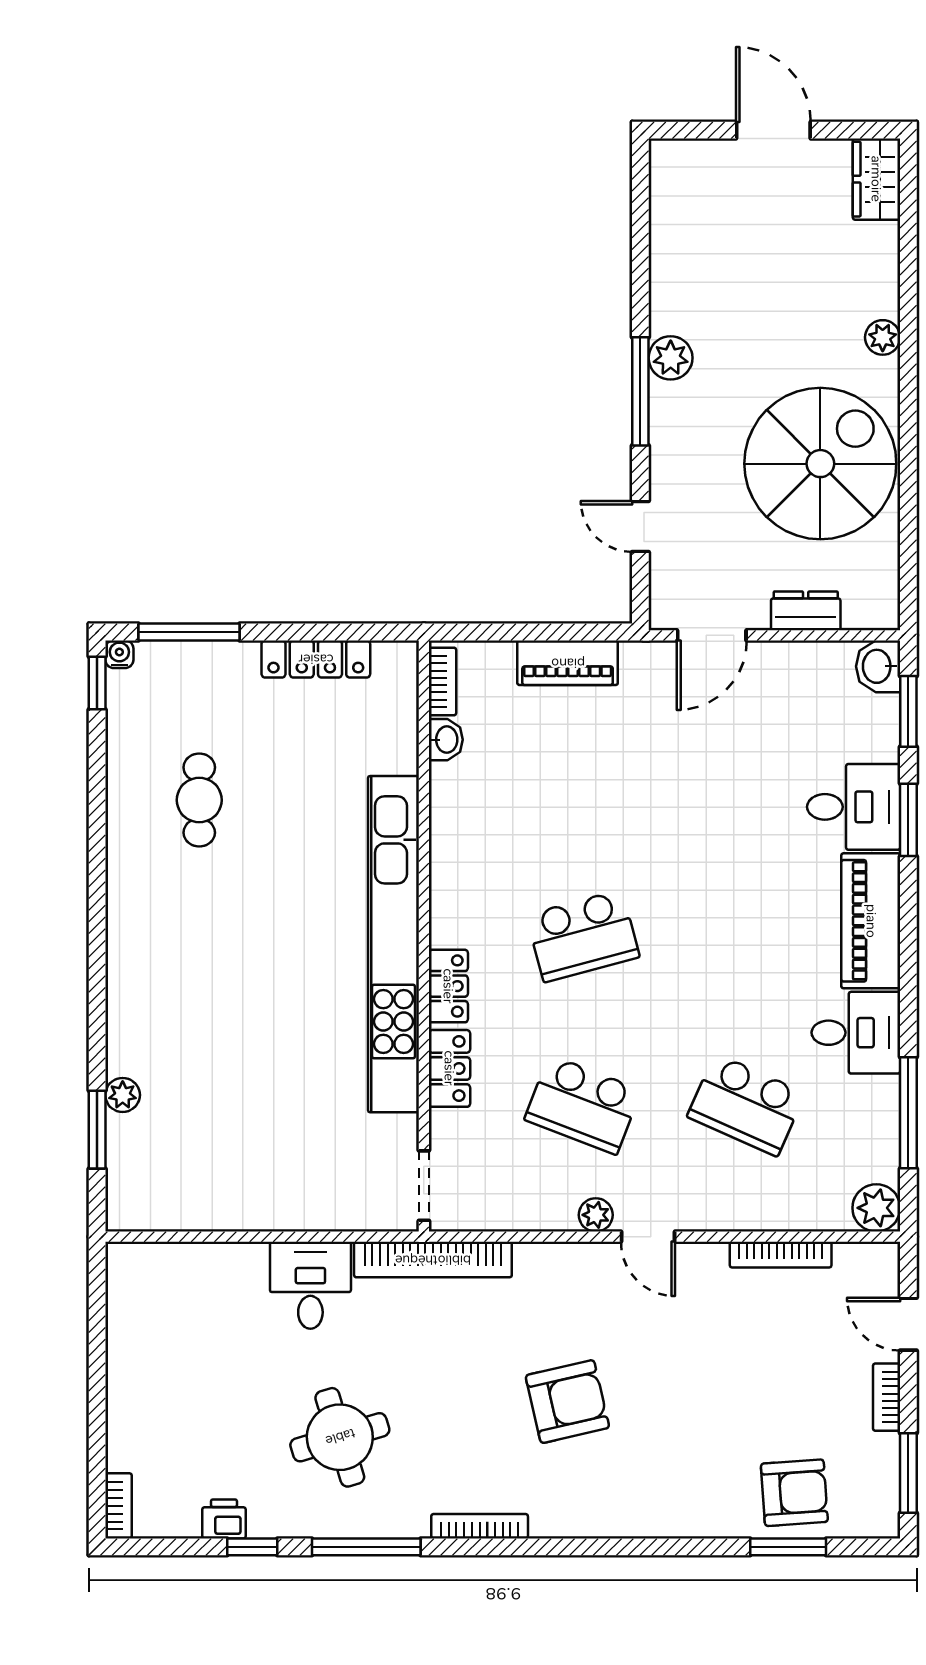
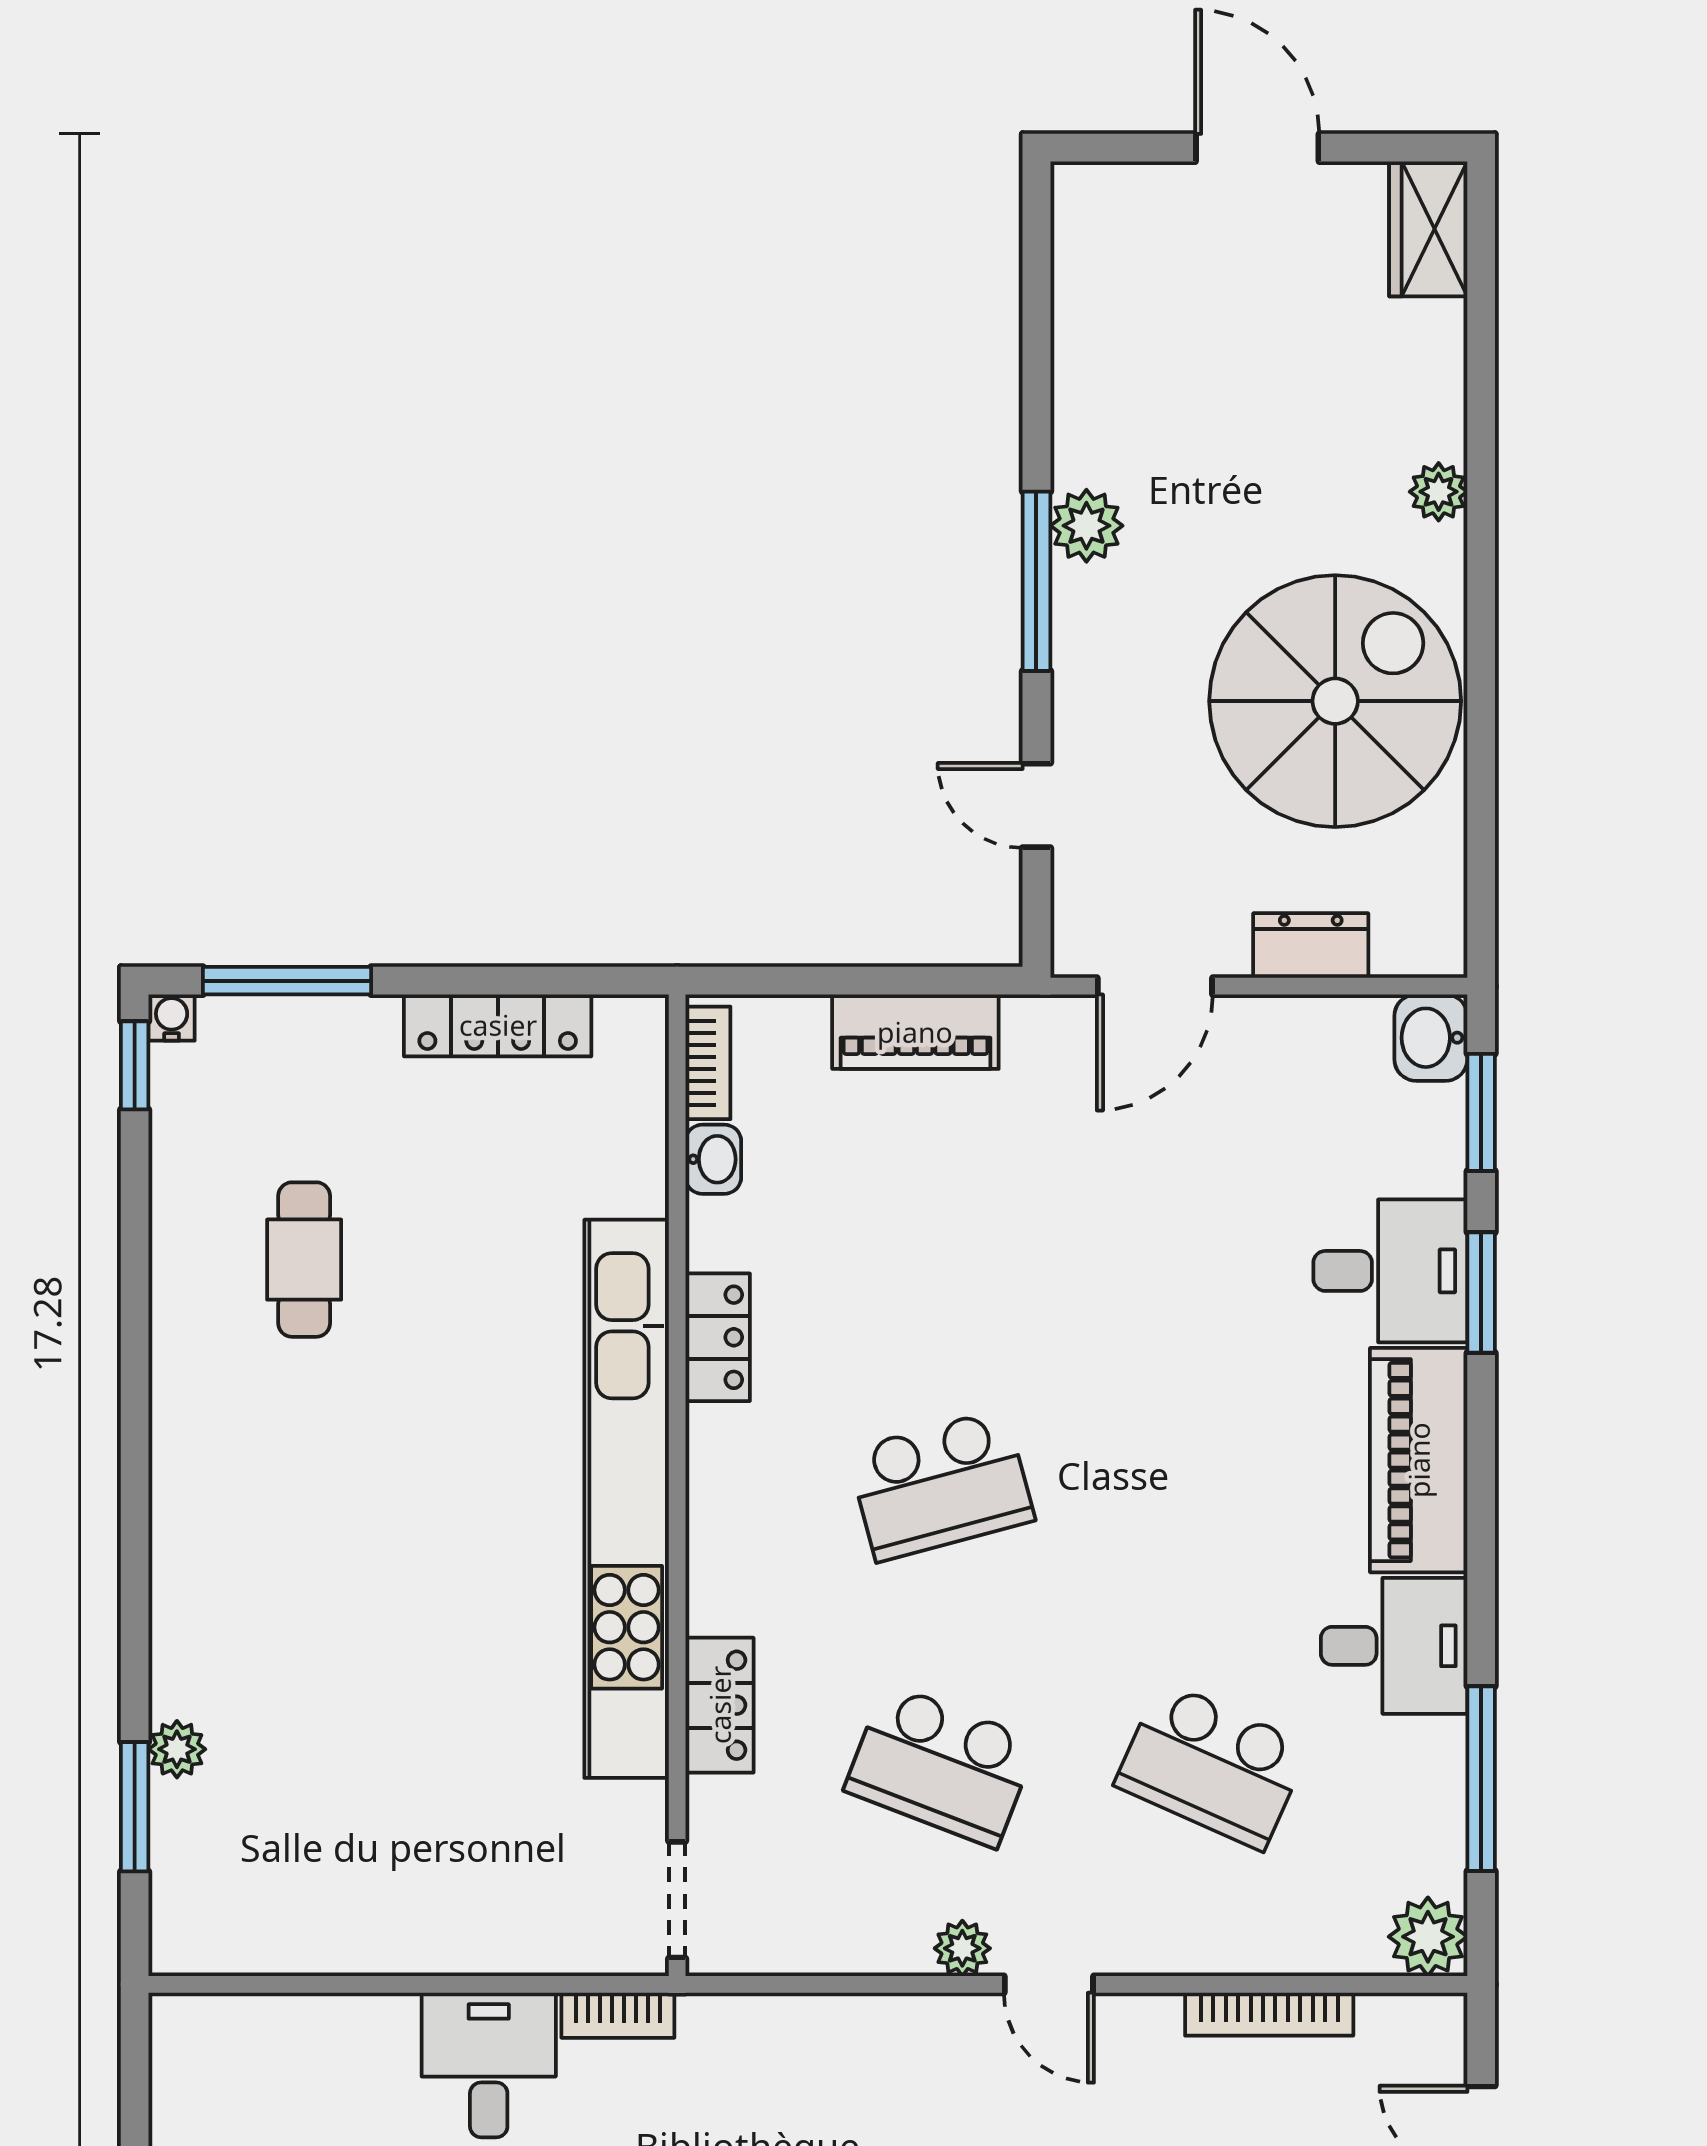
locker: (448, 986) -> (718, 1337), moved
bookcase: (433, 1260) -> (618, 2015), width x0.43, depth x0.76

